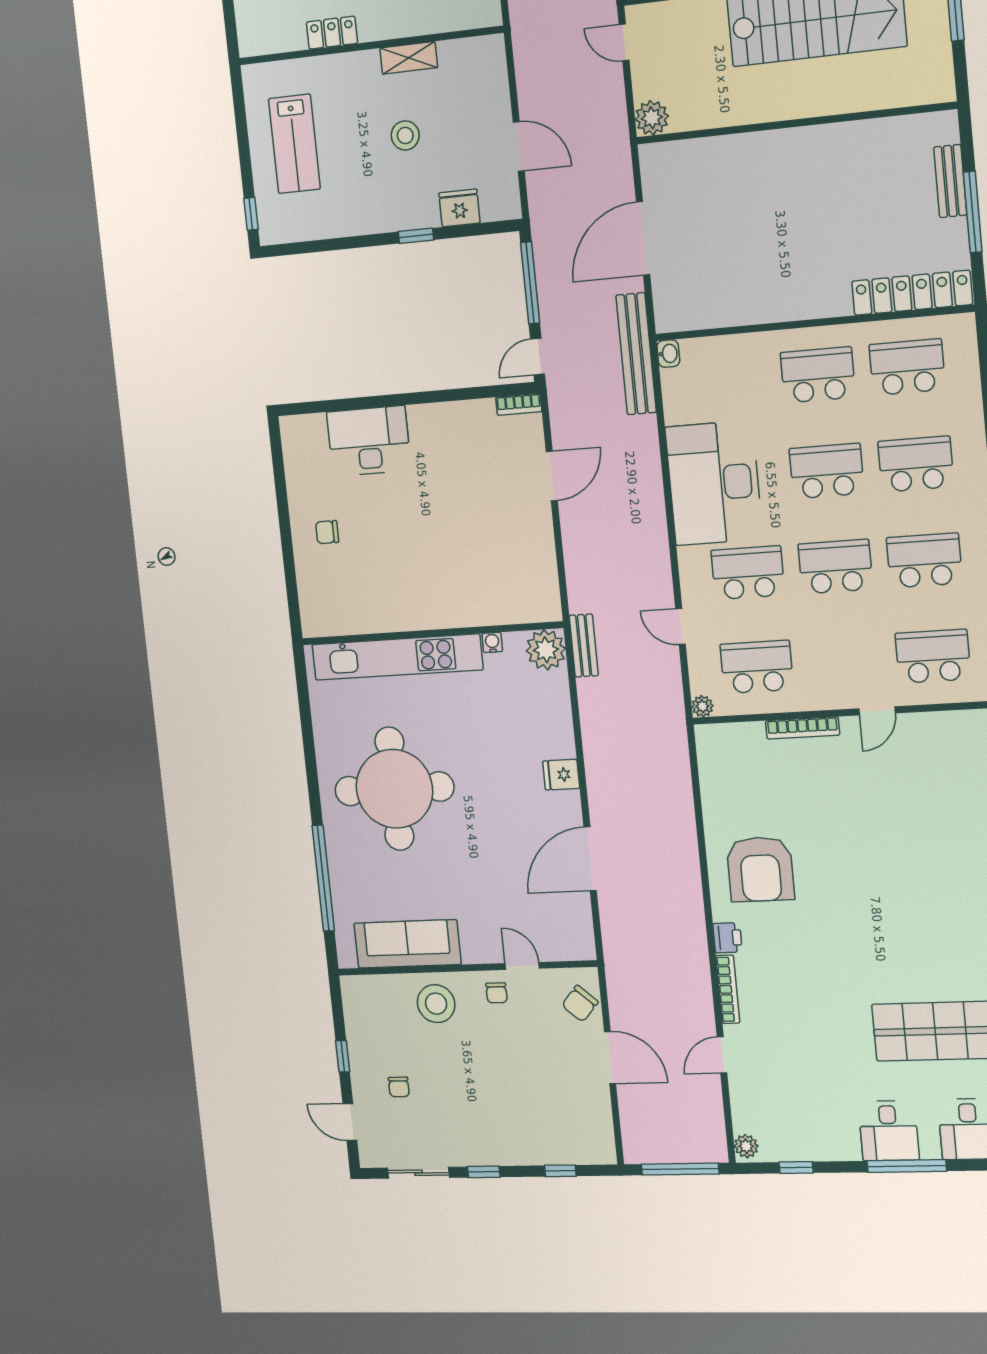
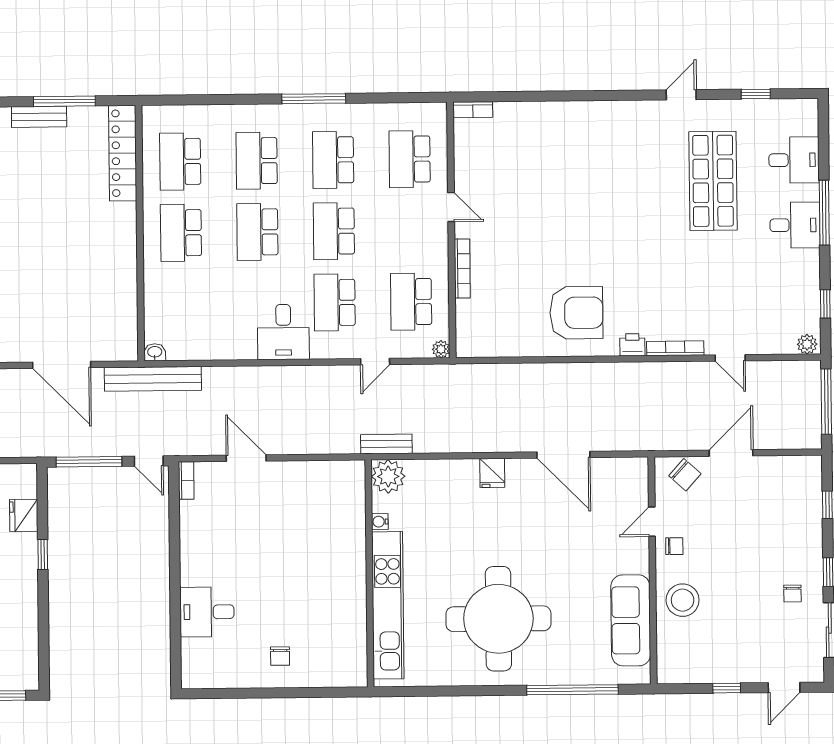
desk: (369, 441) -> (207, 612), width x0.73
desk: (714, 483) -> (283, 332), width x0.53, depth x0.77
chair: (399, 1087) -> (792, 593), moved, turned 90

